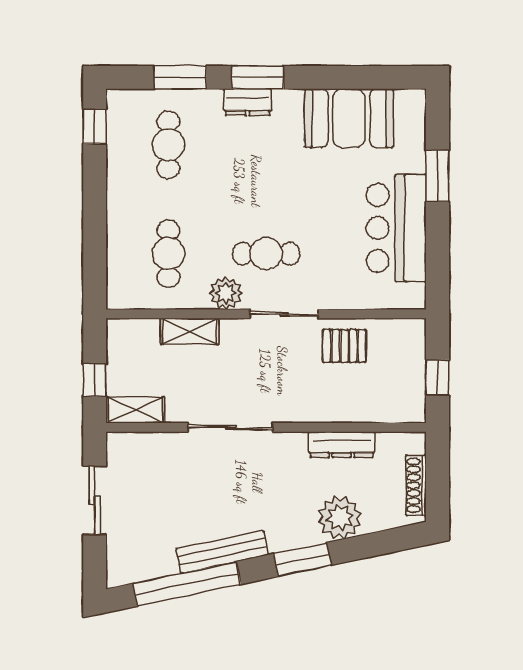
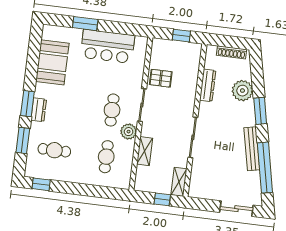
cafe table: (168, 254) -> (106, 157), turned 90
pallet: (344, 346) -> (161, 78), turned 90
sliding door: (95, 500) -> (236, 209), moved

